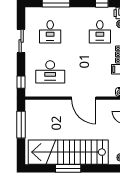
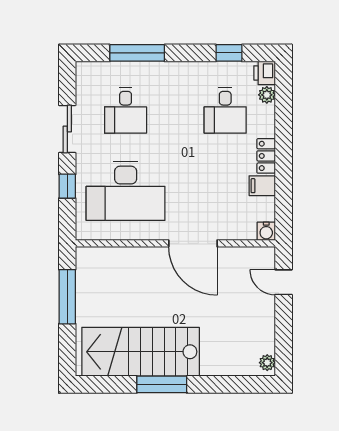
desk: (50, 72) -> (126, 191), width x1.36, depth x1.30
window: (21, 82) -> (67, 186), moved
stairs: (68, 152) -> (141, 352), width x0.73

